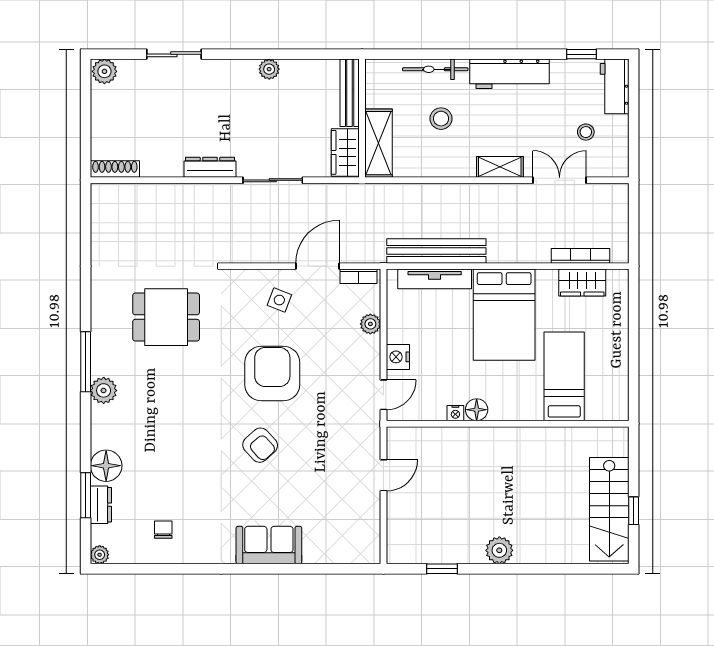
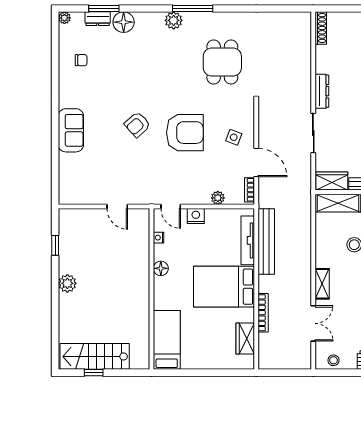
stool: (586, 132) -> (333, 360), moved
bookcase: (580, 256) -> (263, 313), moved
bed: (564, 376) -> (167, 340), moved, turned -90
nightstand: (455, 413) -> (159, 238), moved

